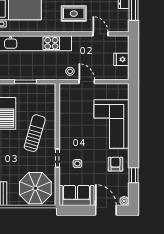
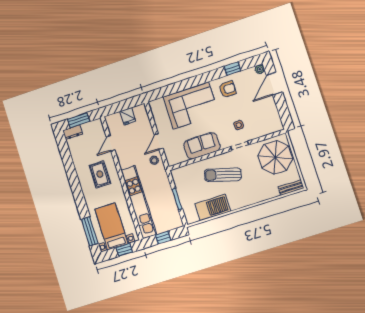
armchair: (115, 164) -> (227, 89), turned 180
sofa: (76, 195) -> (202, 146), moved, turned 90

